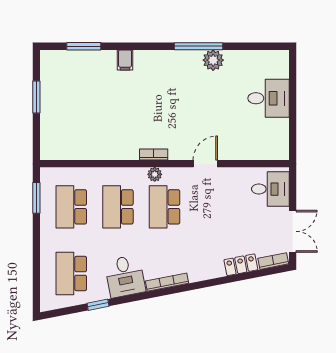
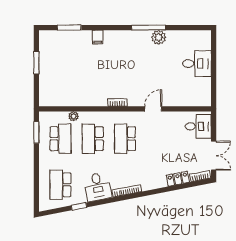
plant: (155, 174) -> (74, 116), moved
school desk: (71, 207) -> (60, 139), turned 180

